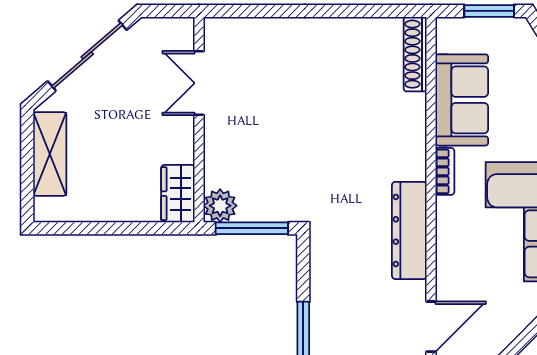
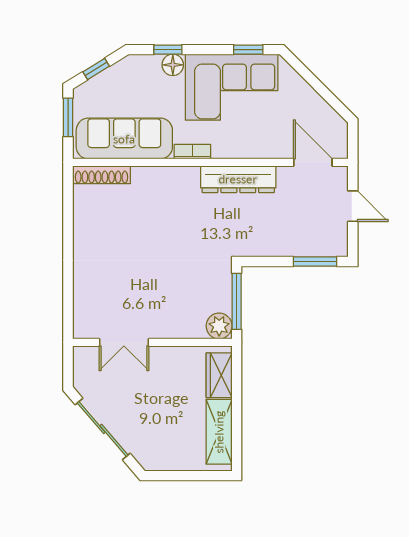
sofa: (462, 100) -> (124, 139), width x1.36
shelving: (50, 154) -> (219, 432), moved, turned 90
wardrobe: (178, 194) -> (219, 375), moved, turned 90

